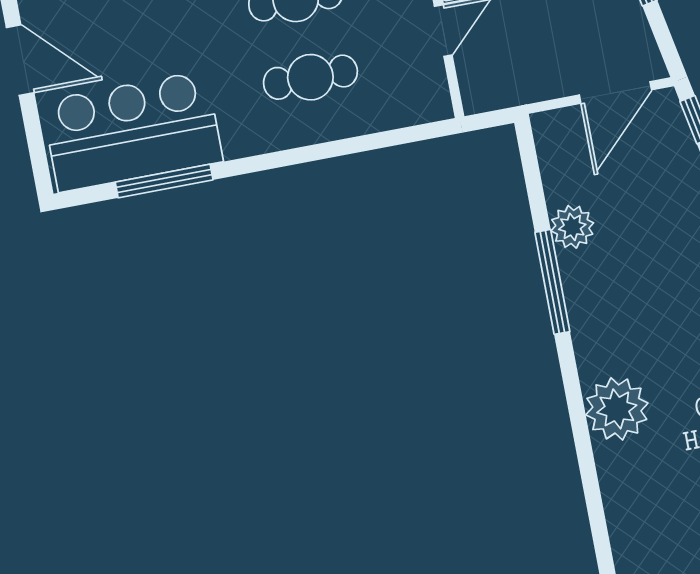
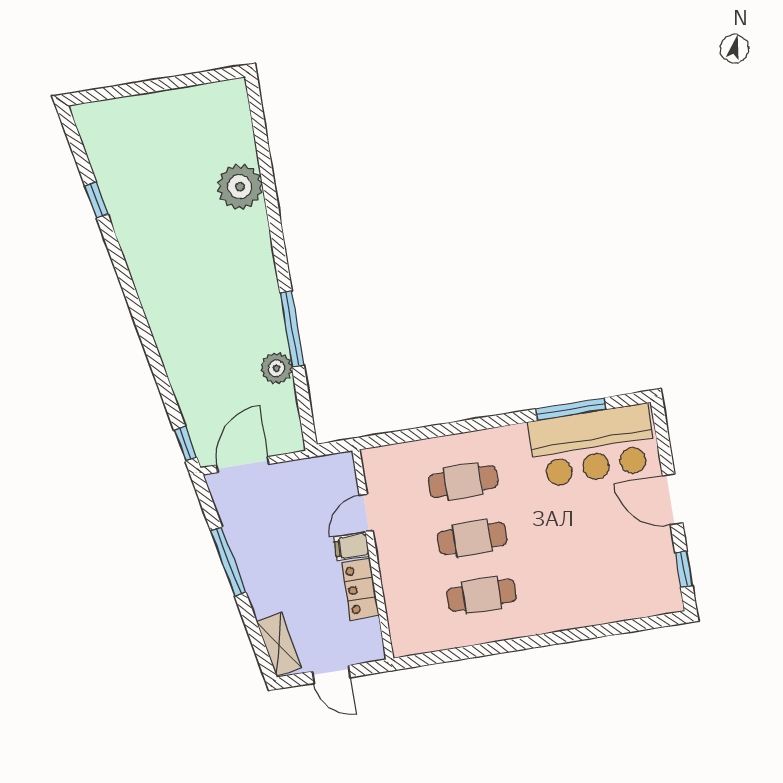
plant: (617, 409) -> (240, 187), moved

